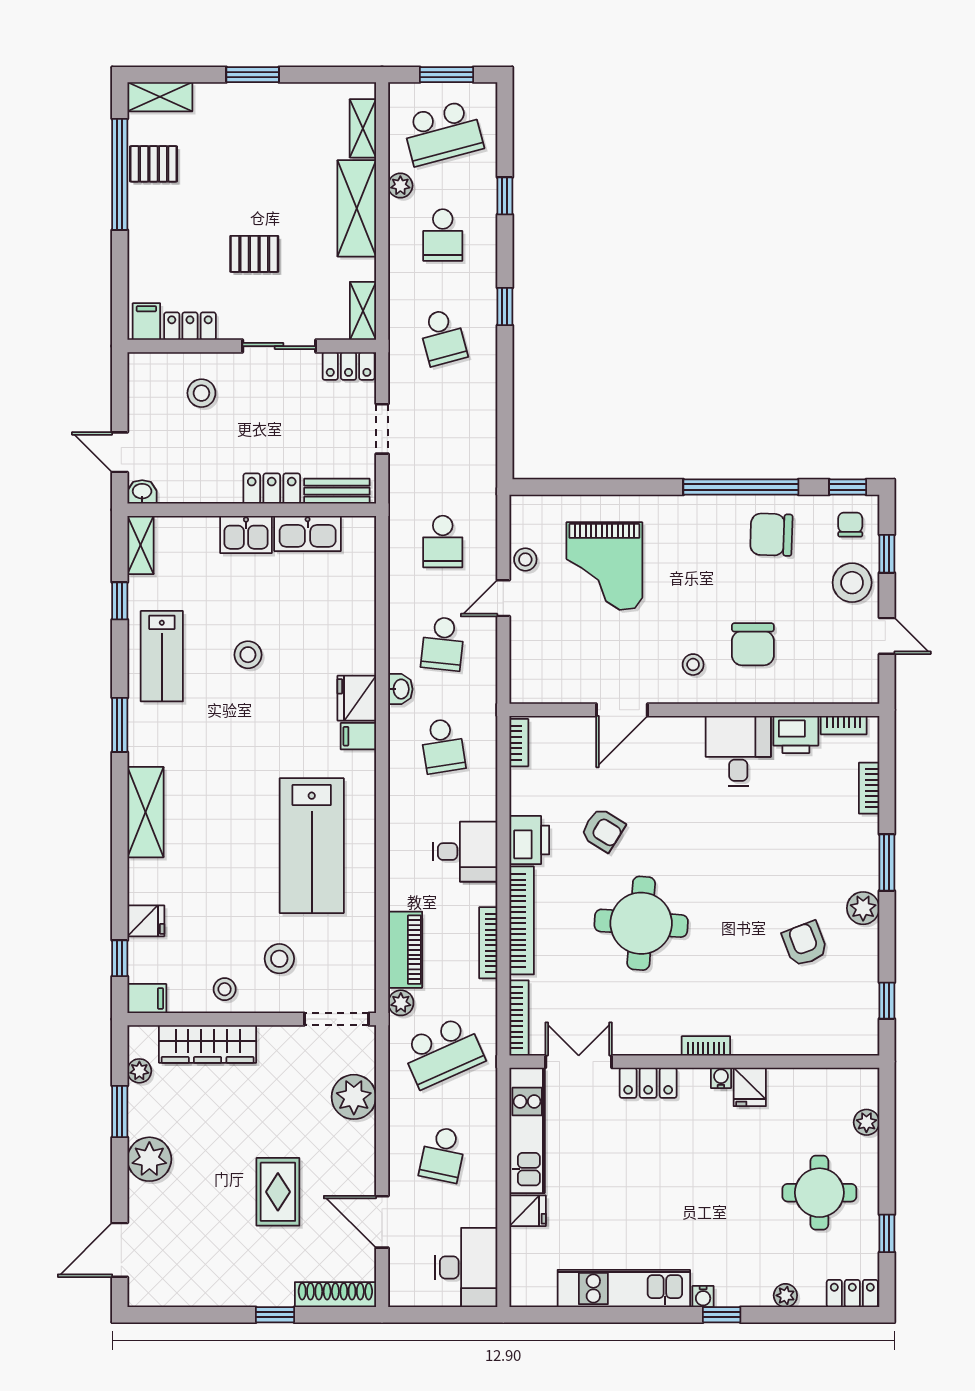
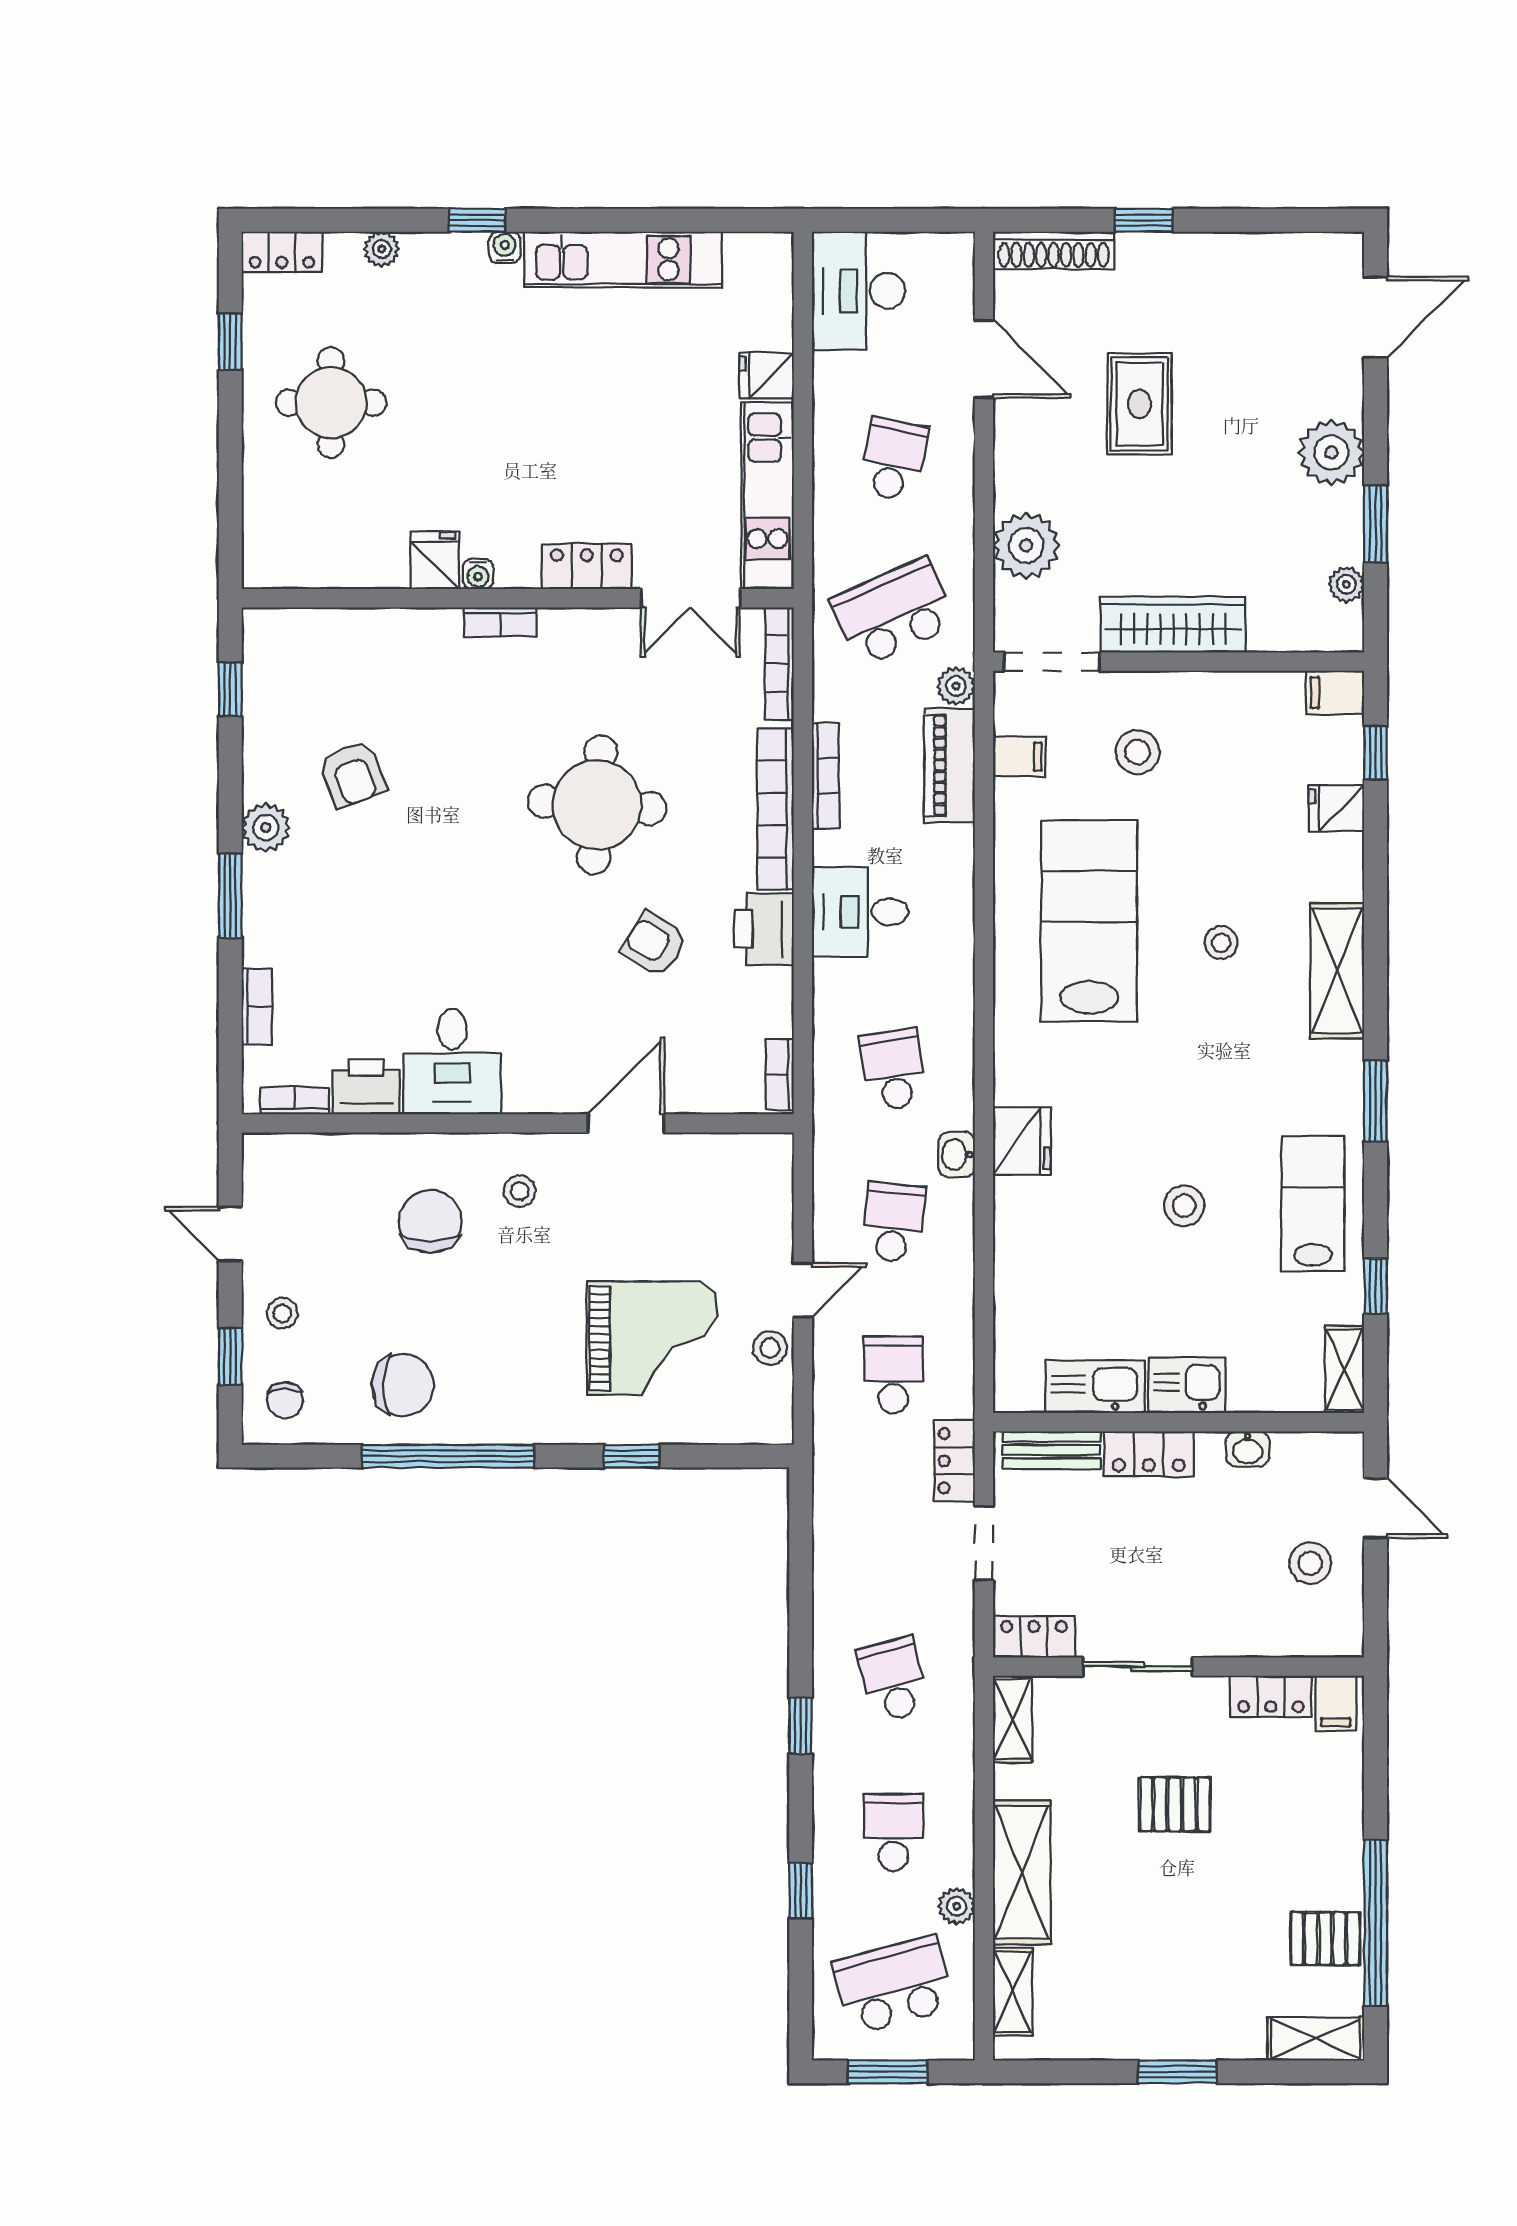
stool: (201, 393) -> (1310, 1563), moved
locker: (402, 484) -> (954, 1461), added
window: (848, 487) -> (632, 1456), moved
washbasin: (142, 492) -> (1248, 1449), moved
grand piano: (604, 566) -> (652, 1338), turned 90
stool: (852, 583) -> (282, 1313), width x0.53, depth x0.53
filing cabinet: (358, 736) -> (1019, 757), moved
stool: (225, 989) -> (1221, 943), moved
wardrobe: (208, 1044) -> (1173, 625), moved
plant: (866, 1122) -> (261, 508), removed

